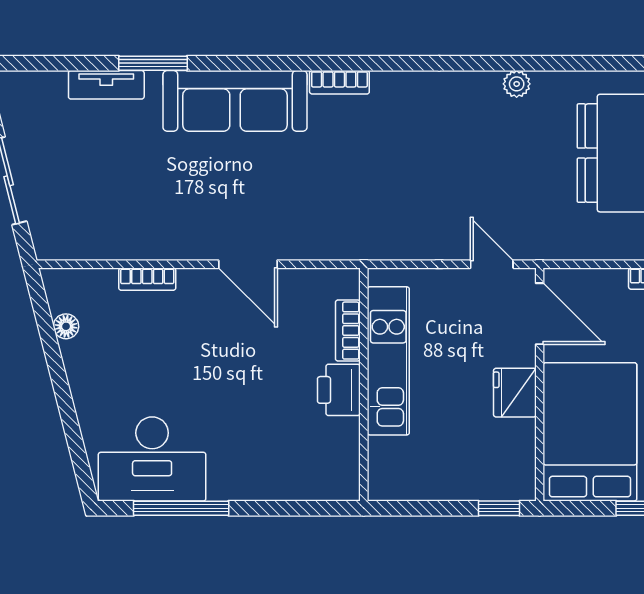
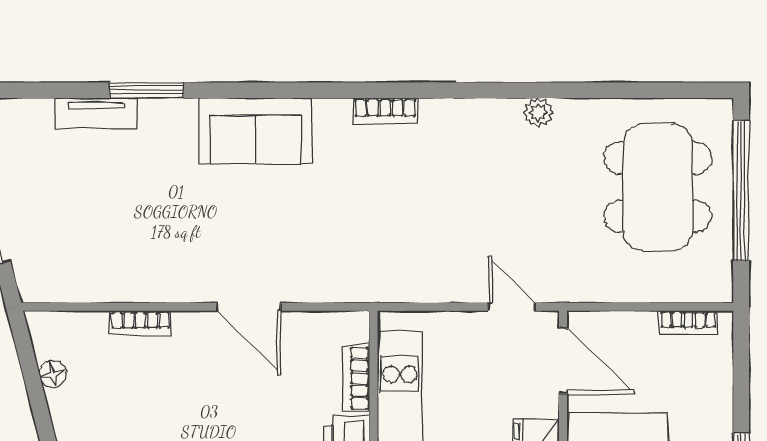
bookcase: (339, 82) -> (385, 111), moved
sofa: (235, 101) -> (255, 131), width x0.73

